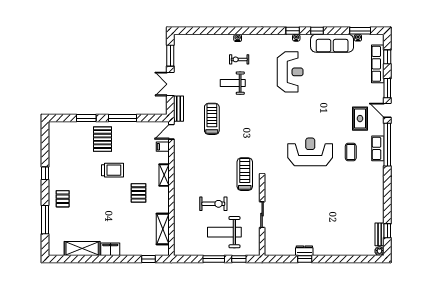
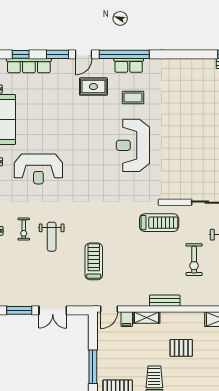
reception desk: (290, 72) -> (38, 169), turned 180
bench: (179, 109) -> (165, 301), moved
treadmill: (212, 119) -> (94, 261), turned 90
door: (171, 132) -> (109, 309), hinge flipped
treadmill: (245, 174) -> (159, 223), turned 180
shelving: (164, 175) -> (147, 318), moved
exercise bike: (213, 204) -> (194, 260), turned 180

